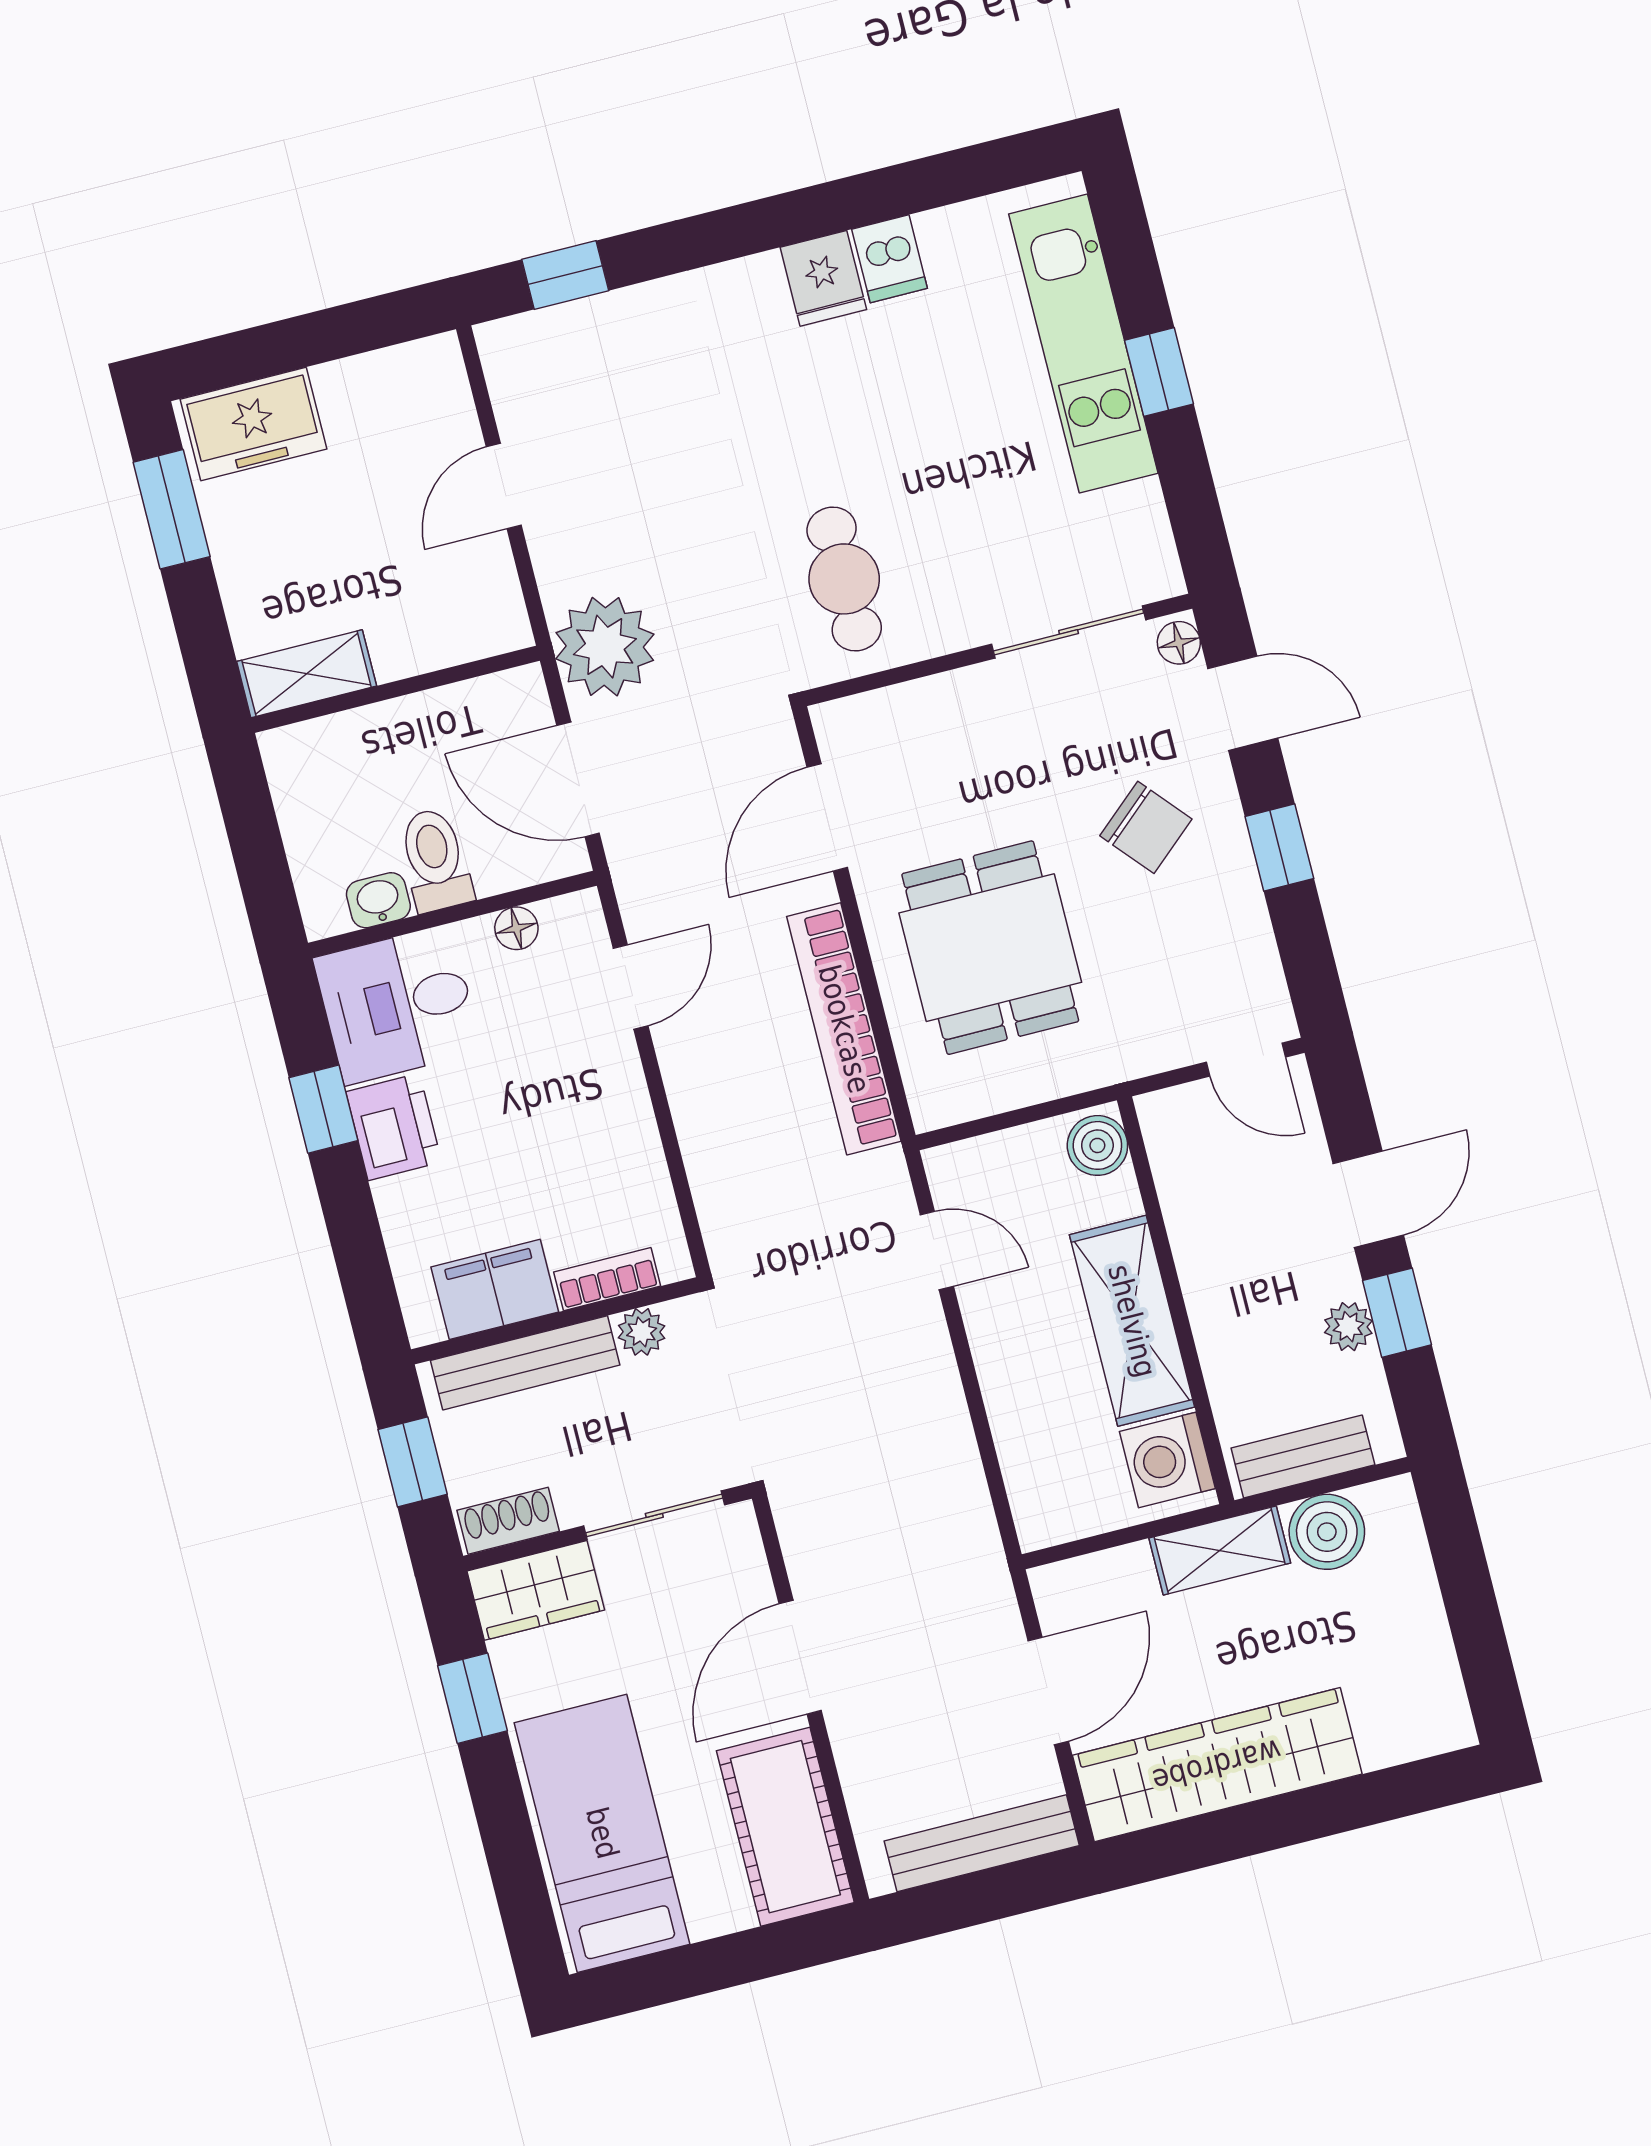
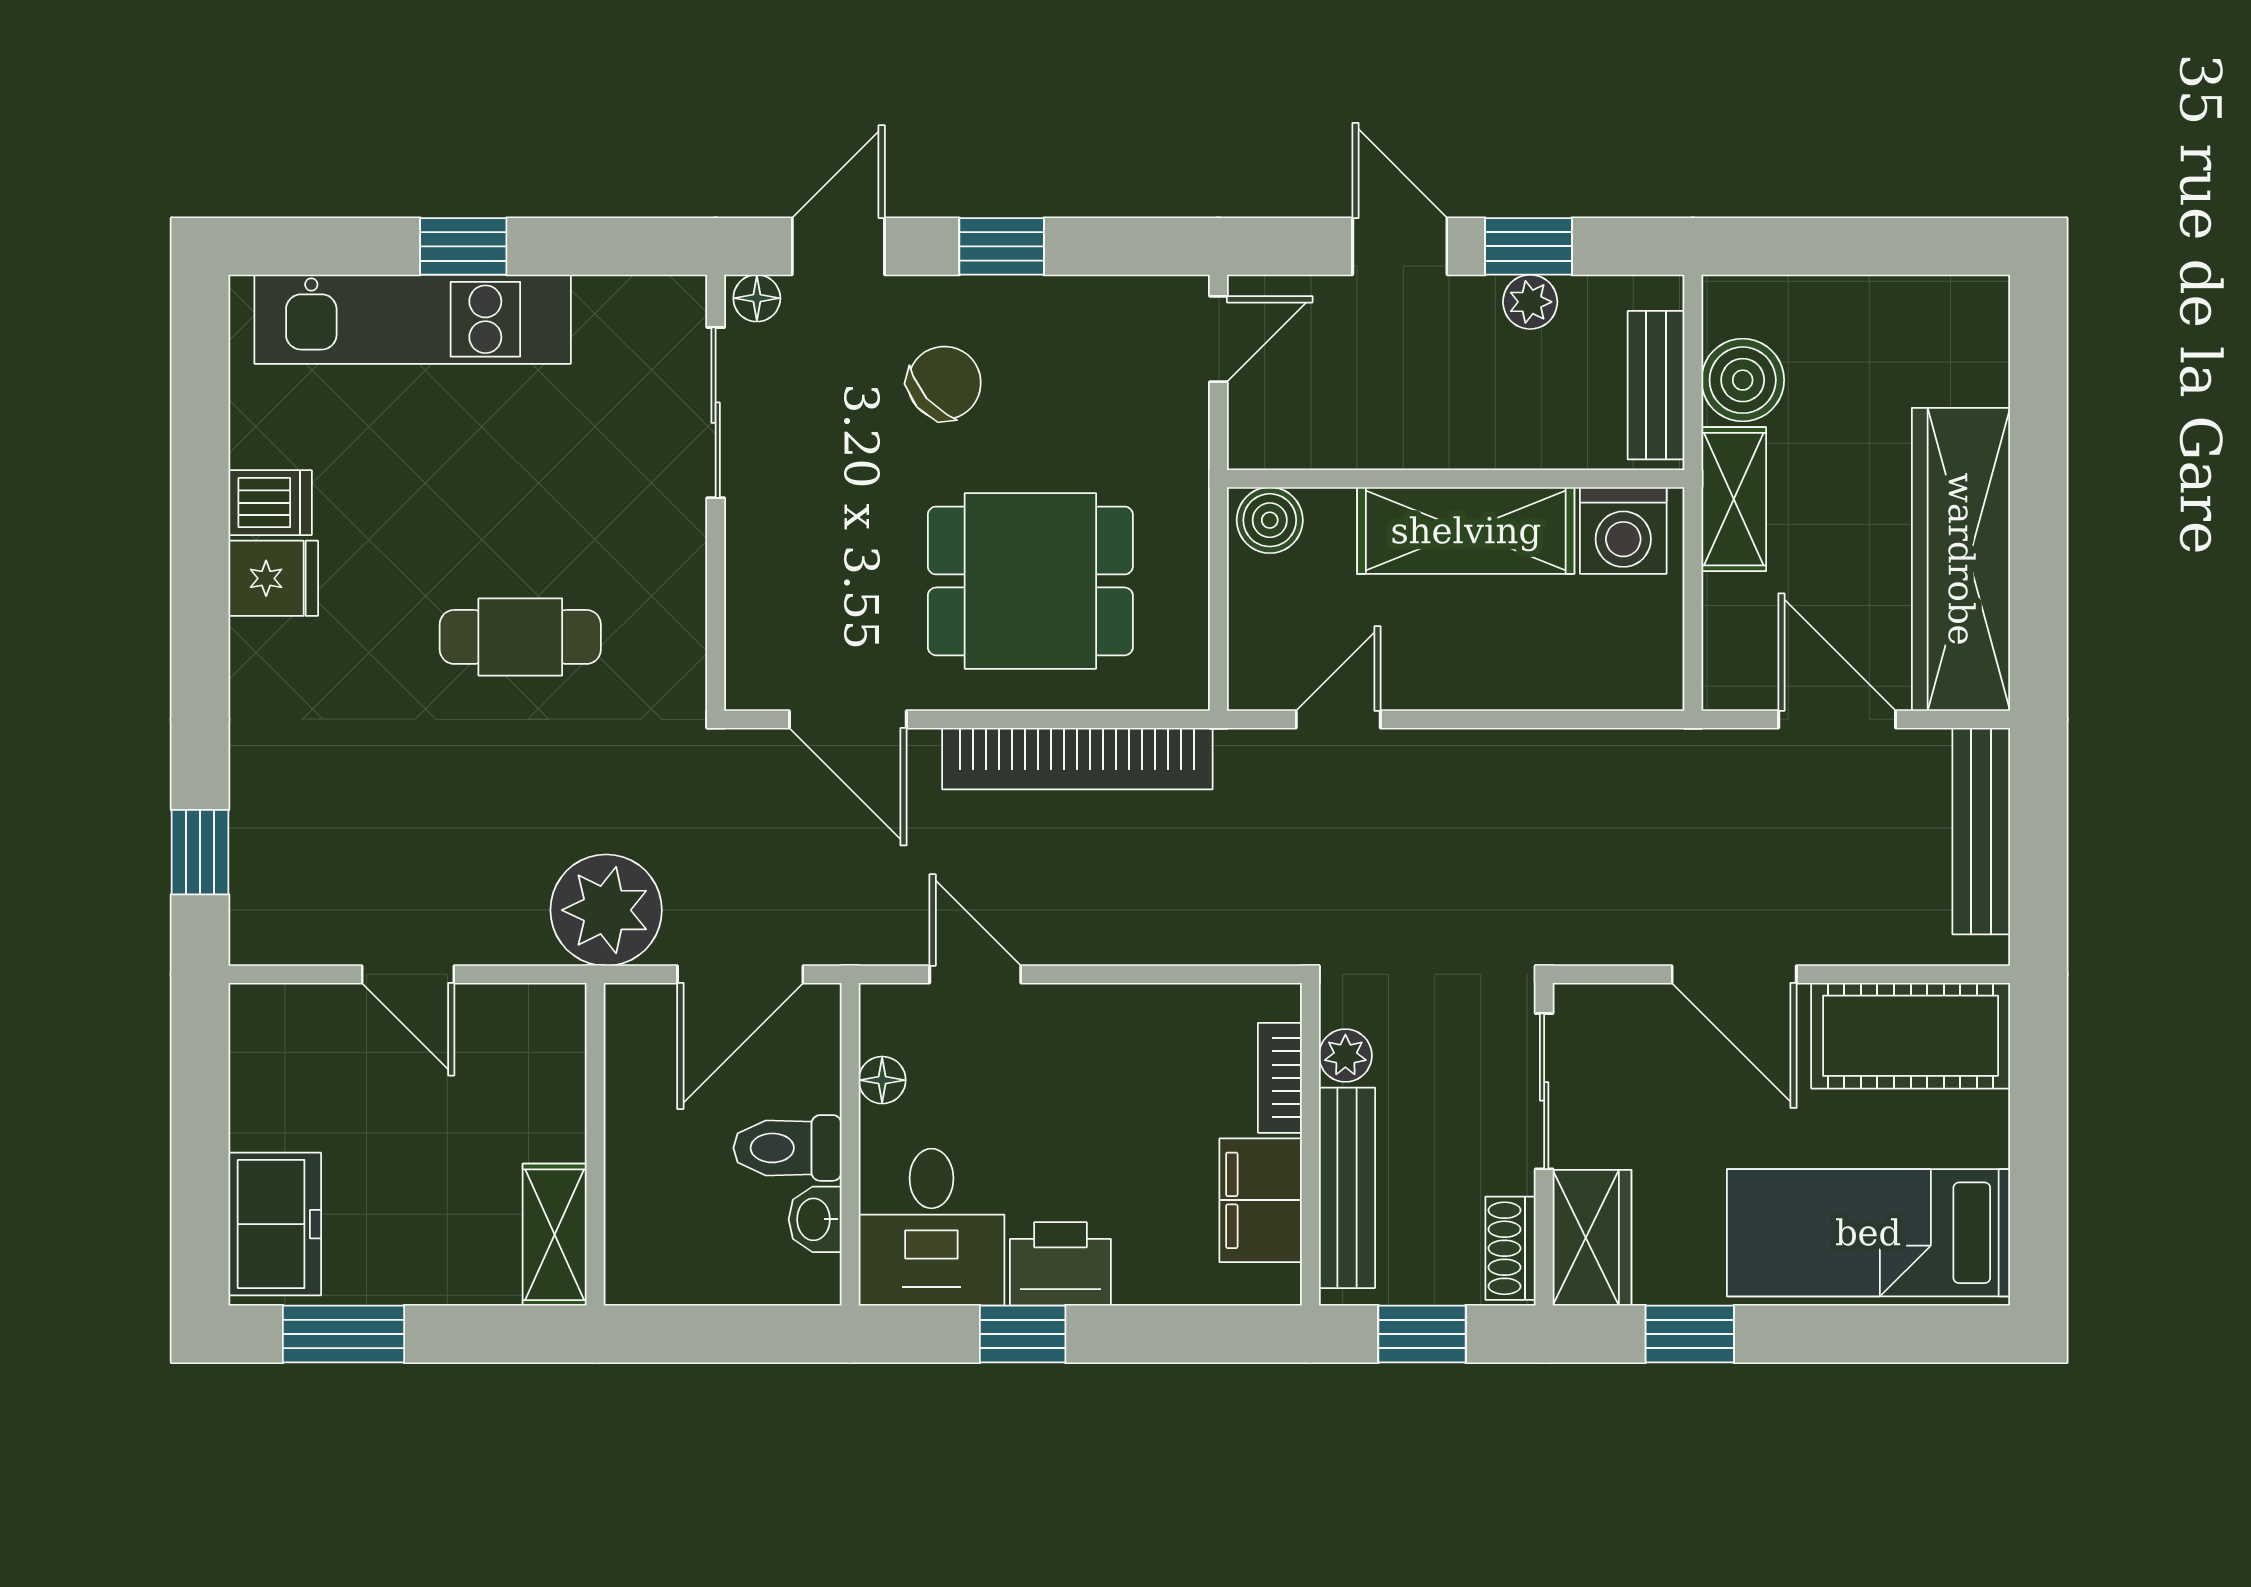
cafe table: (844, 579) -> (520, 637), moved

